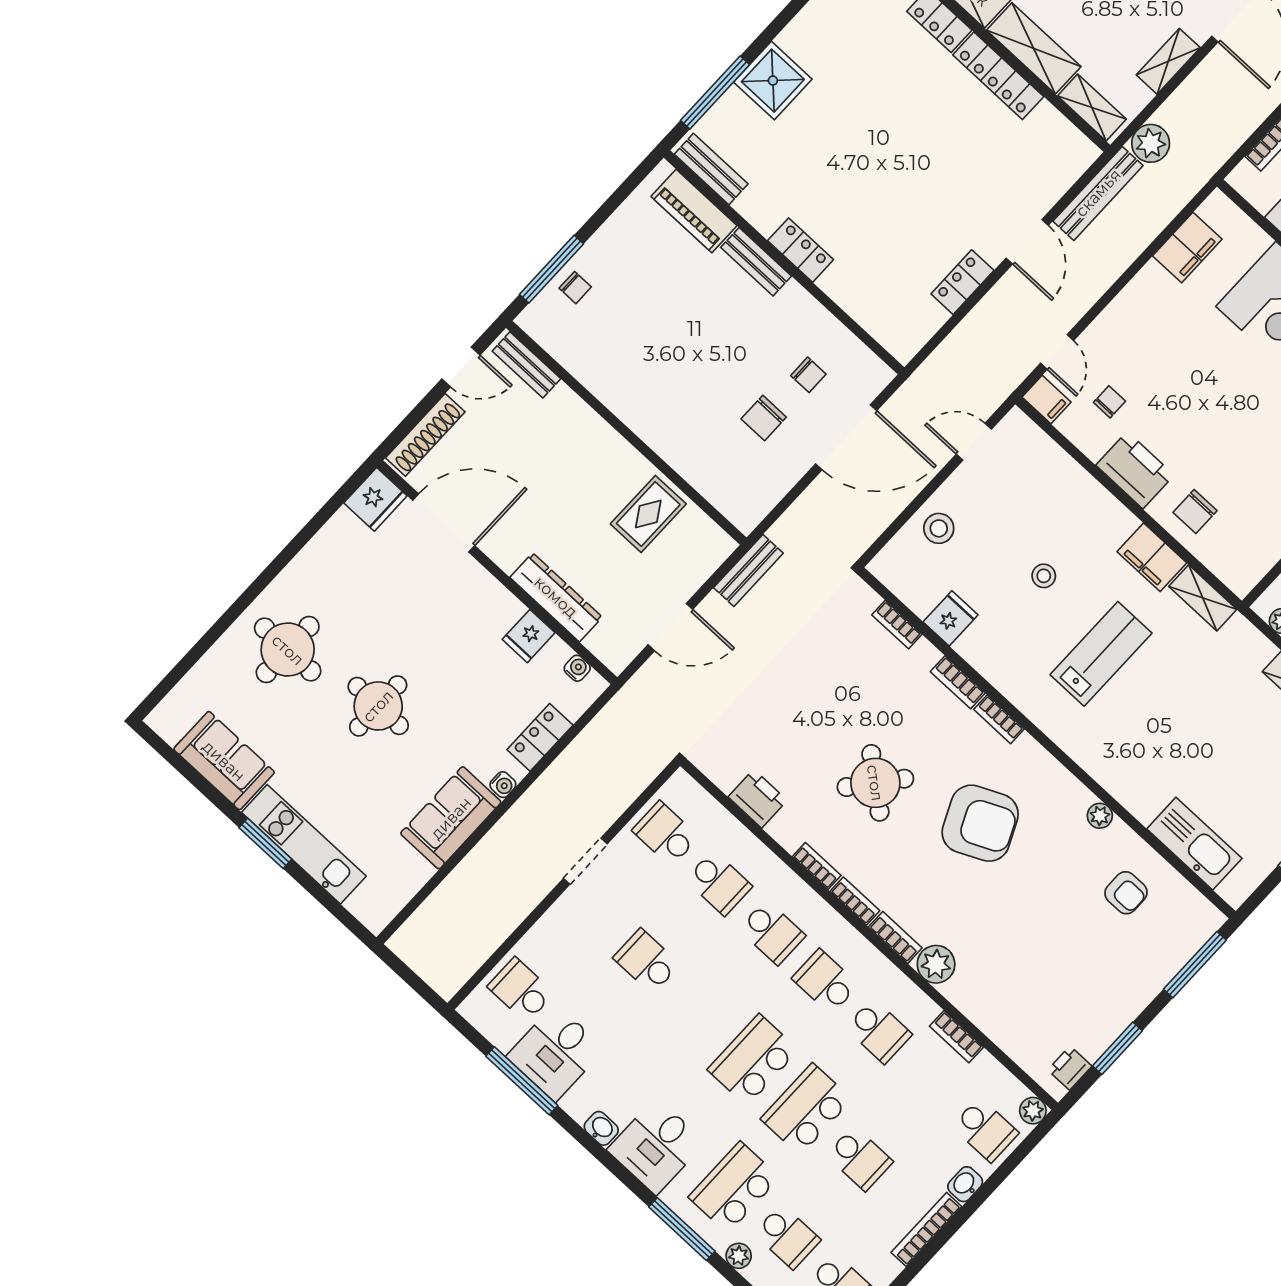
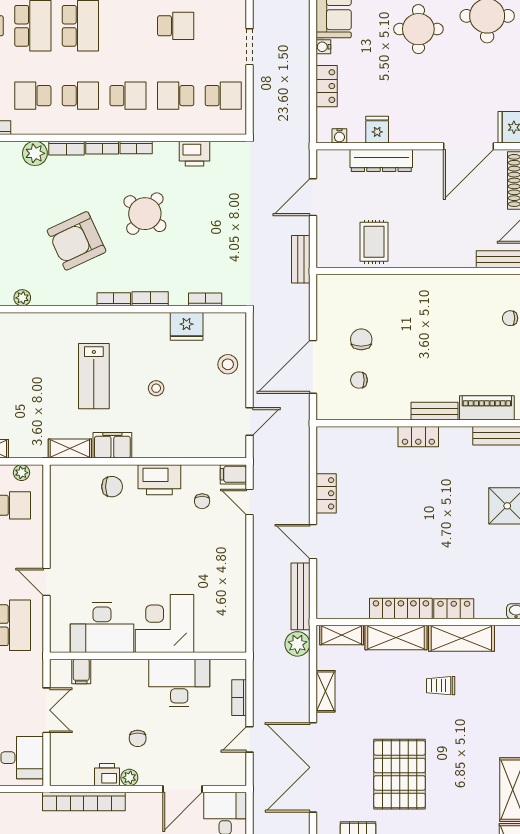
filing cabinet: (1187, 248) -> (233, 610), removed
chair: (1195, 511) -> (112, 487), turned 90
fridge: (951, 618) -> (187, 326), width x1.38
school desk: (772, 932) -> (128, 96), turned 180

